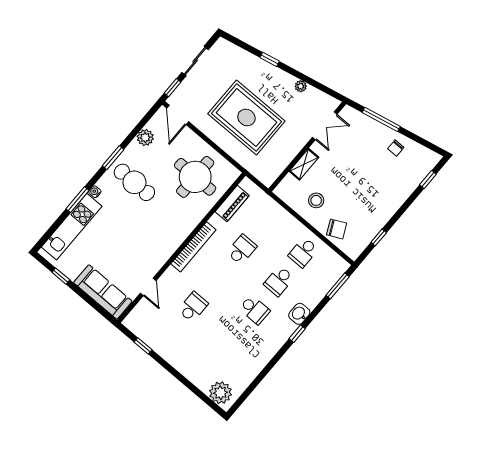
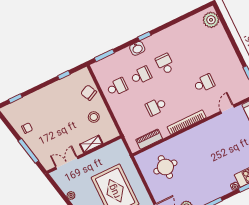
round table: (195, 177) -> (165, 167), width x0.73, depth x0.73
cafe table: (134, 182) -> (206, 181), removed
school desk: (193, 307) -> (204, 83), turned 180

